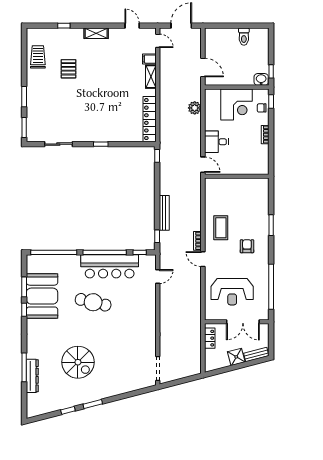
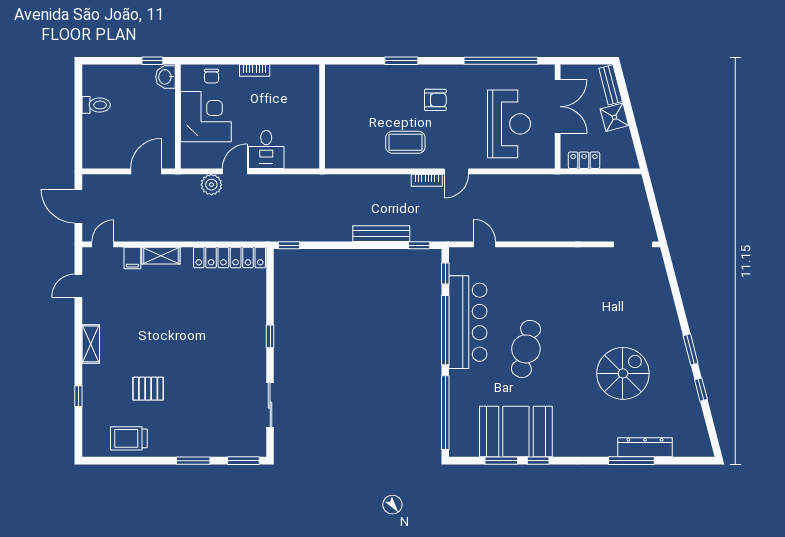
window: (271, 101) -> (201, 61), removed
door: (203, 165) -> (235, 171), moved
armchair: (247, 246) -> (435, 100), turned 180

